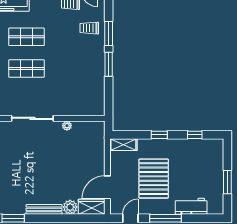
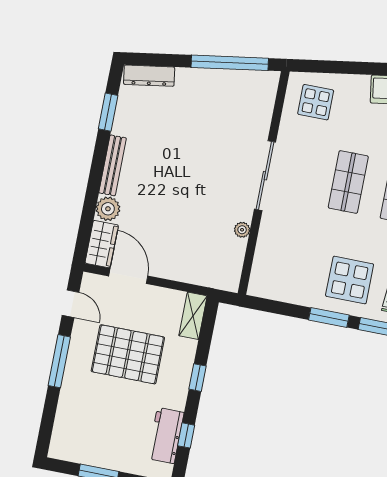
display table: (84, 56) -> (350, 280), added
workbench: (191, 206) -> (166, 436), moved, turned 180

